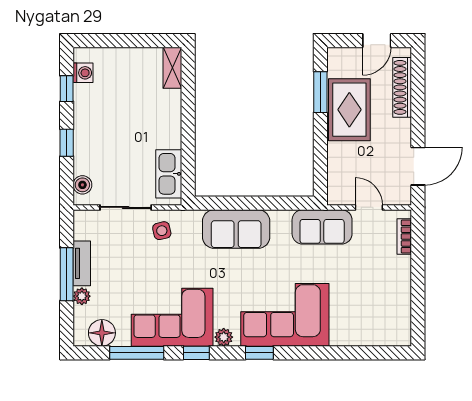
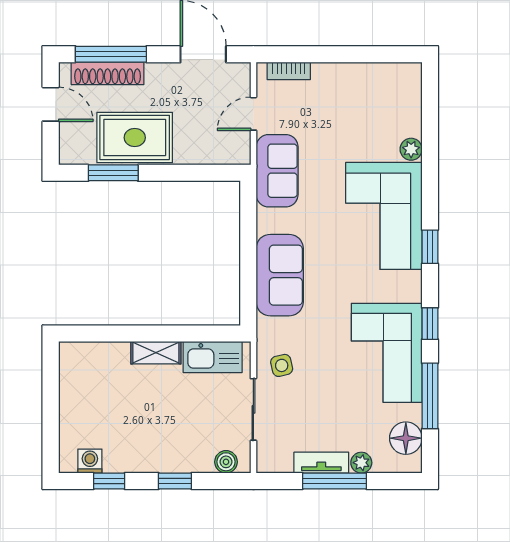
shelving: (172, 68) -> (156, 353), moved
window: (418, 90) -> (111, 54), added
plant: (224, 337) -> (411, 149), moved

